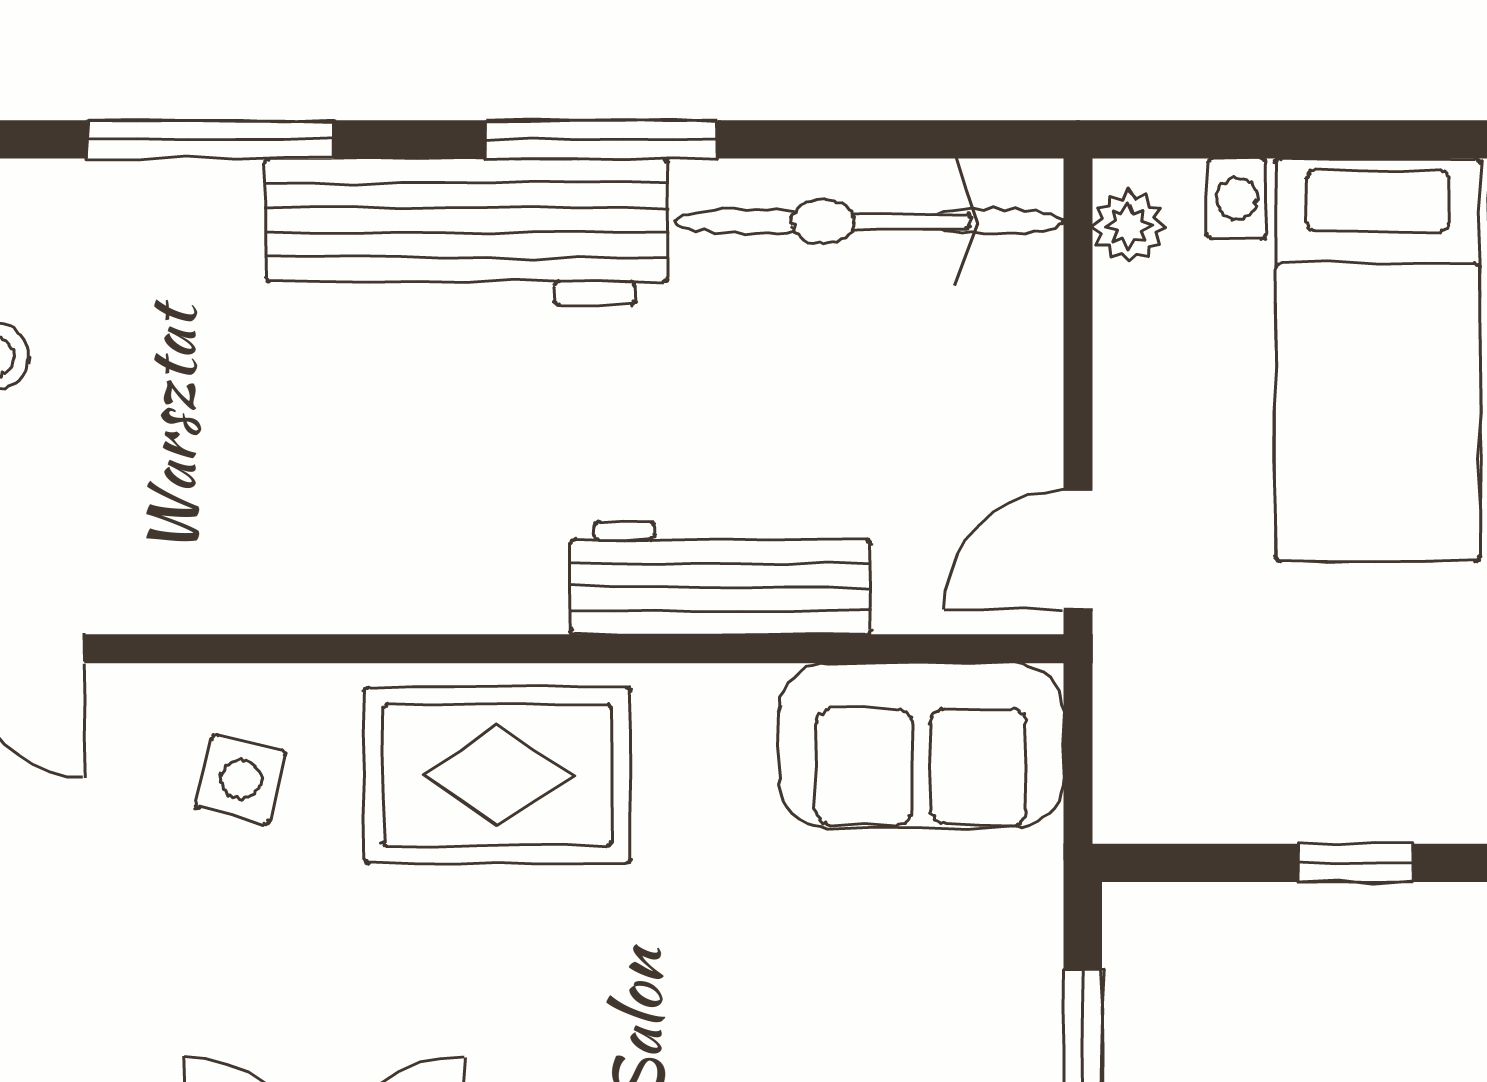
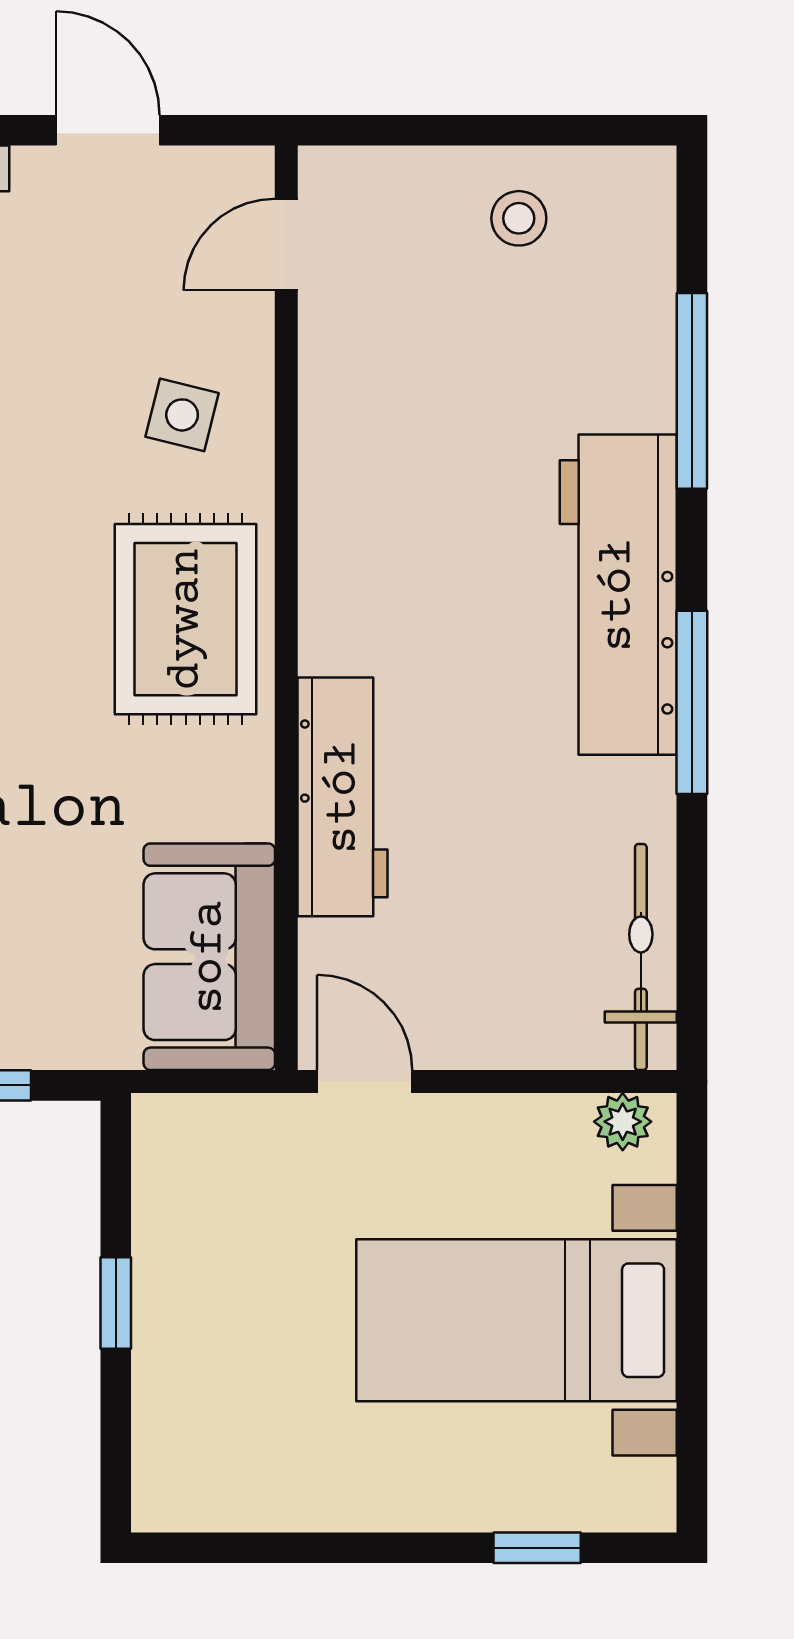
bicycle: (870, 221) -> (641, 957), width x0.73, depth x0.71

